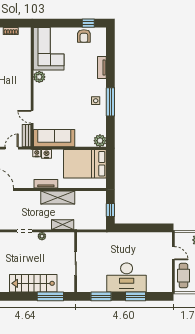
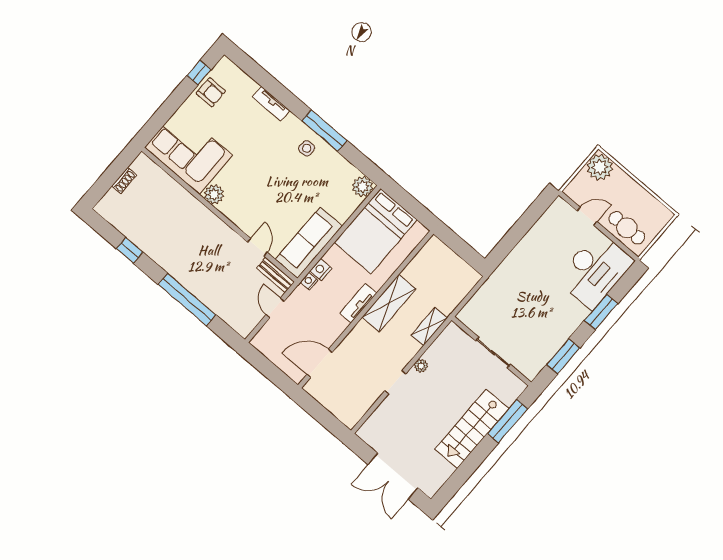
door: (32, 117) -> (257, 247), swing flipped
window: (110, 210) -> (463, 249), removed
desk: (127, 278) -> (595, 270), moved

